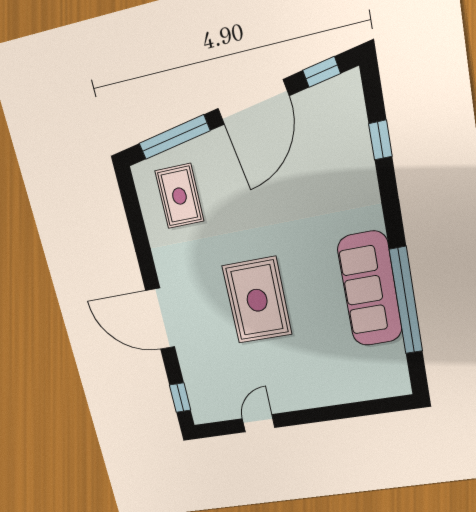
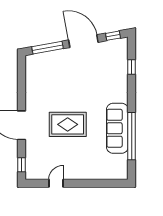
door: (253, 102) -> (83, 41), swing flipped
rug: (179, 196) -> (44, 72), removed
rug: (257, 300) -> (68, 124), turned 90

